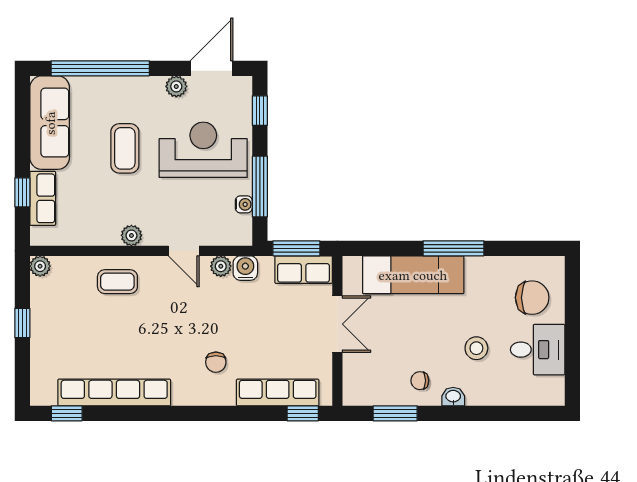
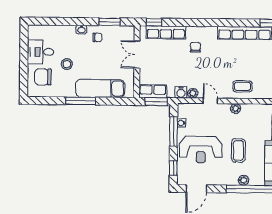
plant: (176, 86) -> (244, 180), moved
double door: (337, 324) -> (137, 55), moved
stool: (476, 348) -> (67, 64), moved

